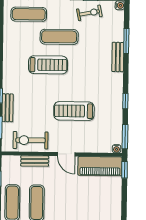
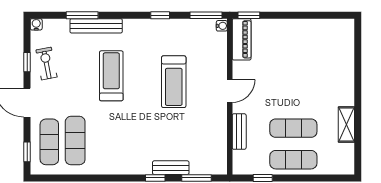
exercise mat: (59, 37) -> (75, 141), moved
bench: (118, 57) -> (96, 26), width x1.36
treadmill: (48, 65) -> (111, 76), moved
exercise bike: (31, 140) -> (212, 137), removed
piano: (100, 166) -> (242, 39), width x0.73, depth x0.75

